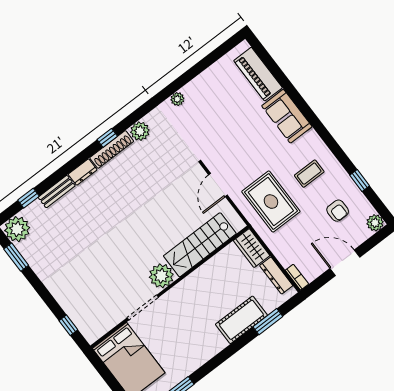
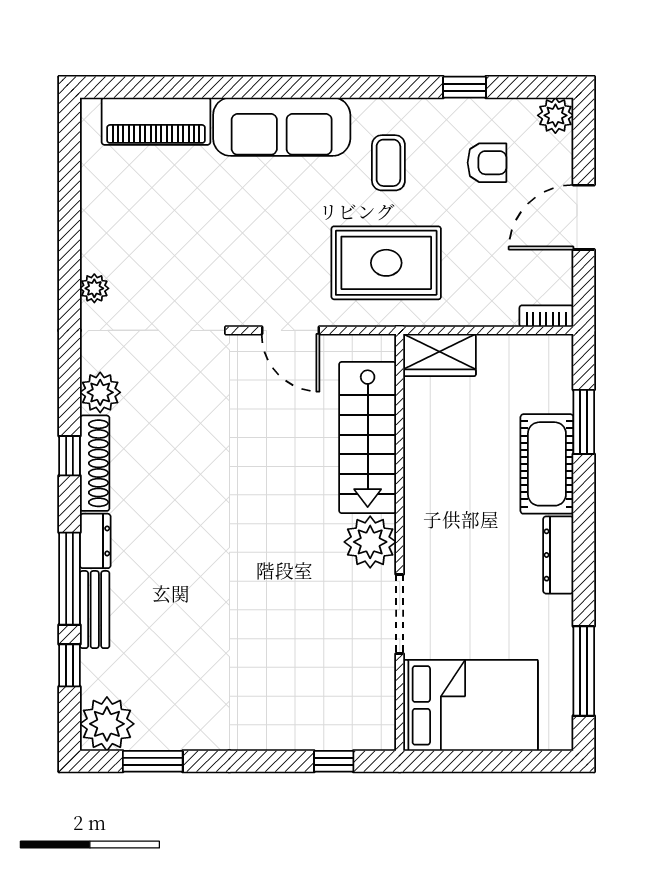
sofa: (287, 116) -> (282, 127), width x1.36
window: (61, 173) -> (69, 579), added
dresser: (276, 276) -> (558, 555), moved, turned 90

